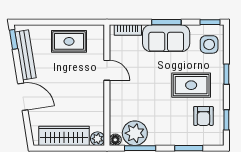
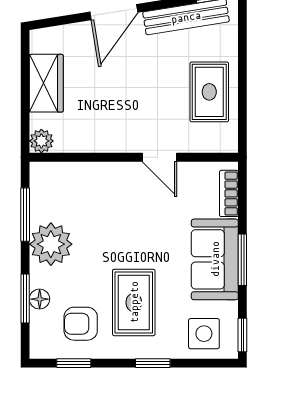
door: (107, 70) -> (160, 157), hinge flipped
plant: (135, 133) -> (51, 244), moved
wardrobe: (64, 136) -> (46, 83), width x0.67
floor lamp: (115, 140) -> (40, 299), moved

